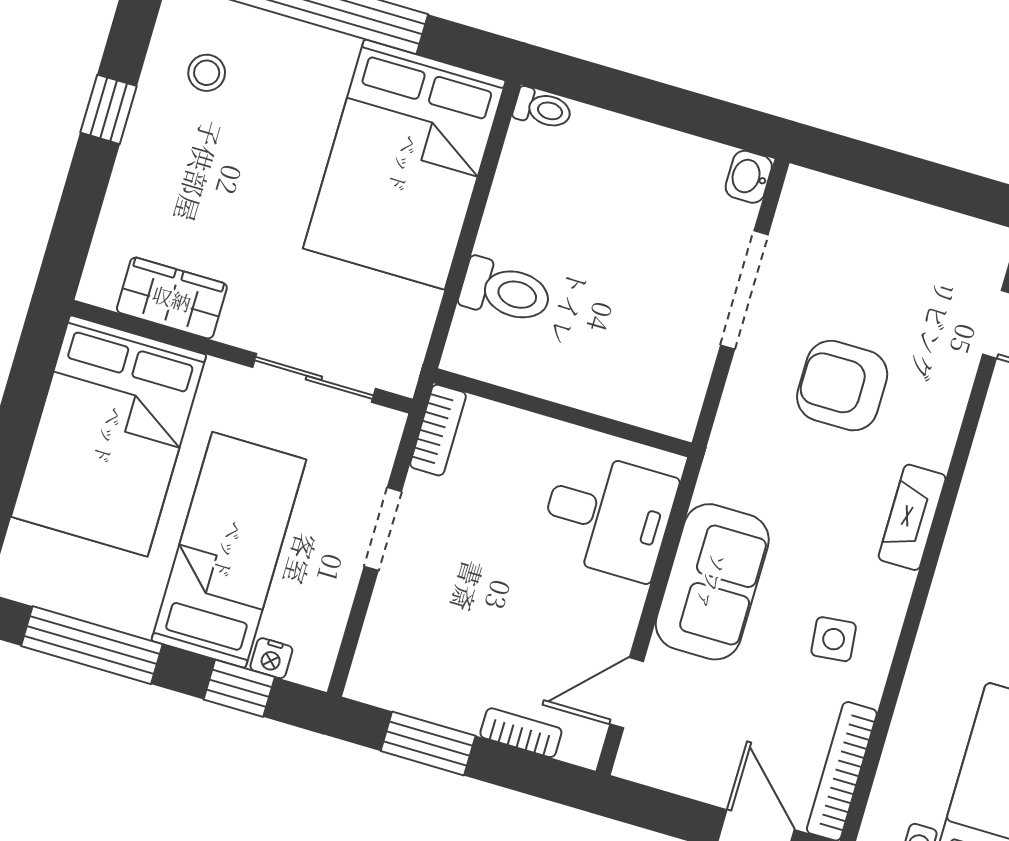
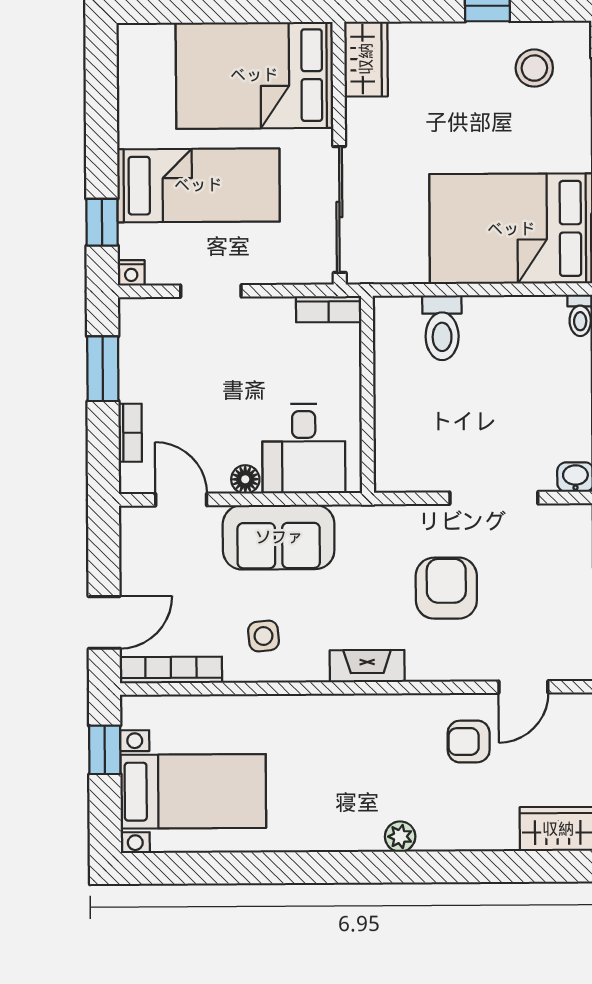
stool: (207, 73) -> (534, 68), width x1.37, depth x1.37
wardrobe: (172, 298) -> (366, 59), moved
sliding door: (314, 378) -> (339, 210), width x1.37
doorway: (383, 529) -> (211, 291), moved
floor lamp: (625, 602) -> (245, 479), added
window: (92, 645) -> (101, 108), removed
nightstand: (271, 658) -> (131, 273), moved, turned -90

